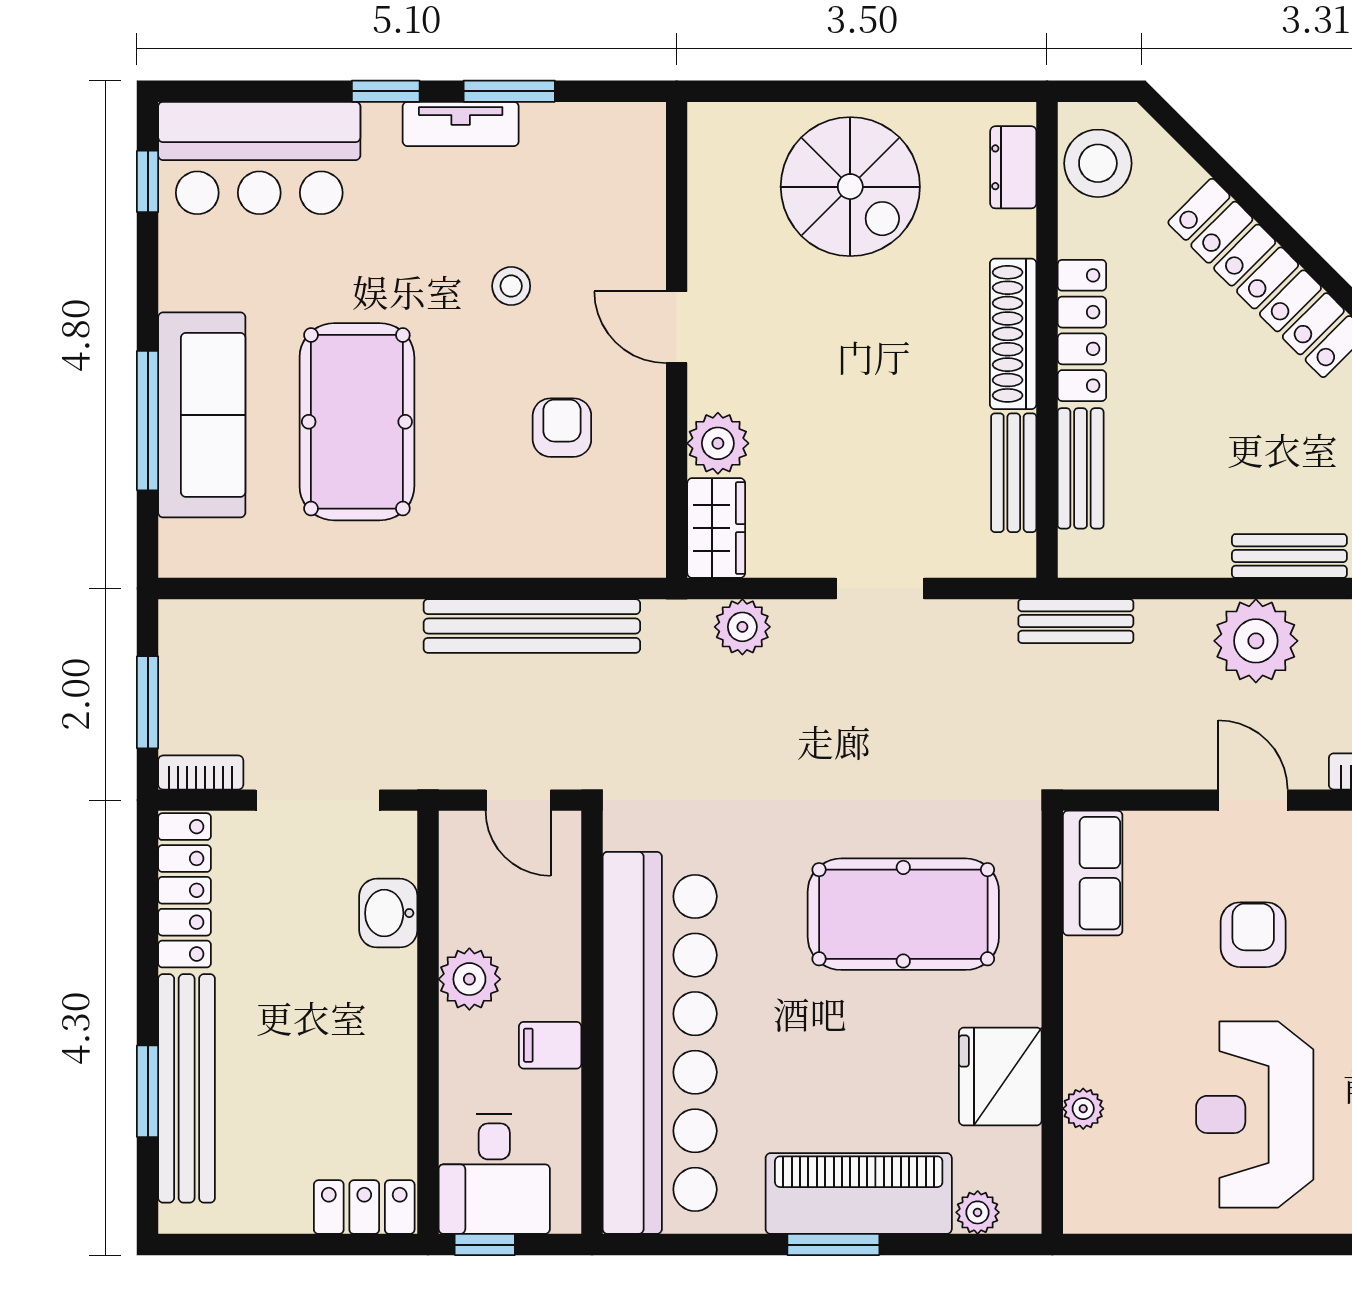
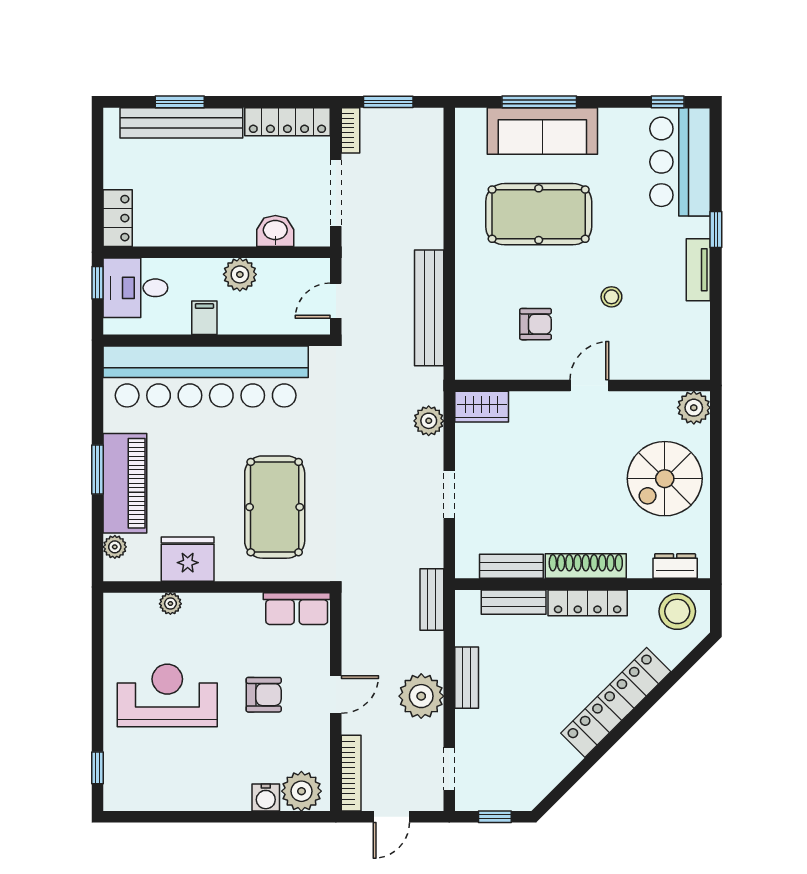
window: (509, 91) -> (716, 296), removed
plant: (718, 443) -> (694, 408), moved
bench: (1289, 556) -> (467, 678), moved

